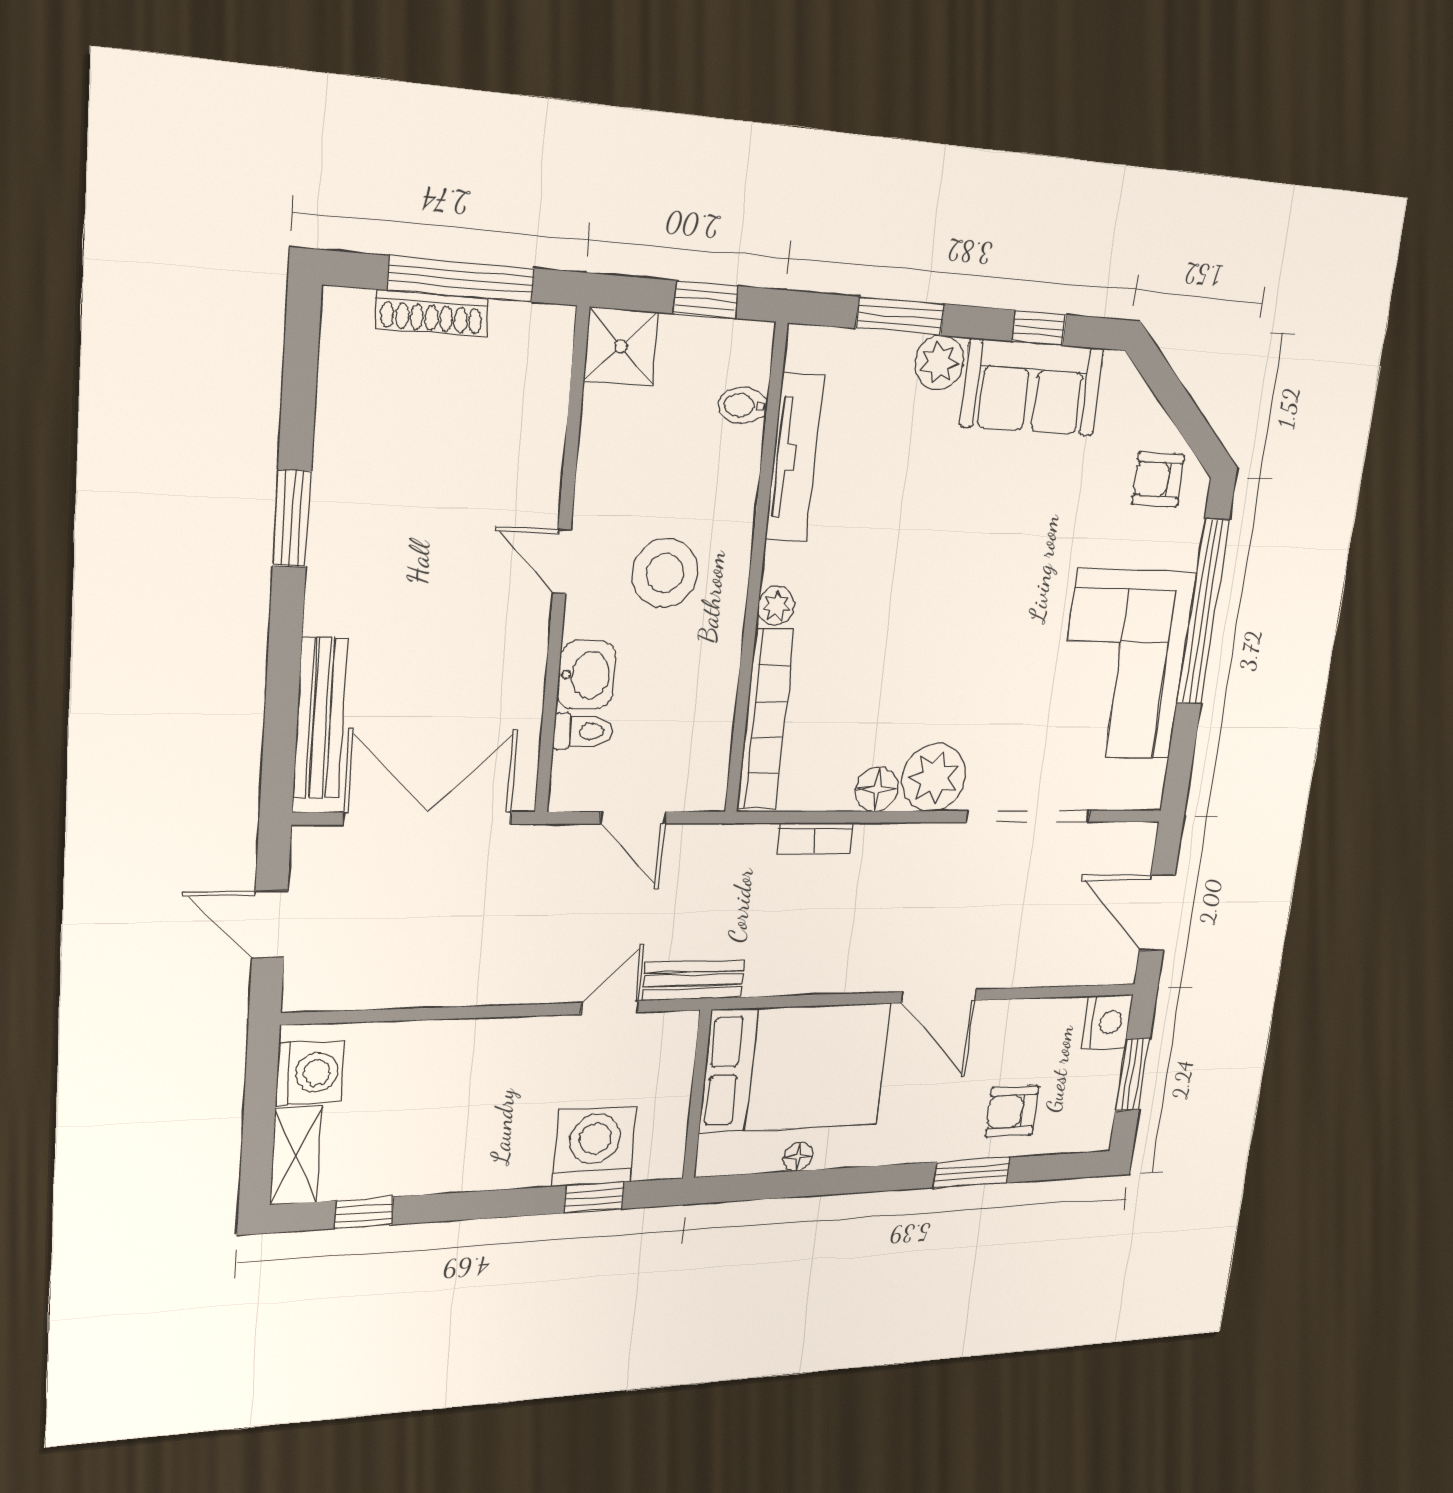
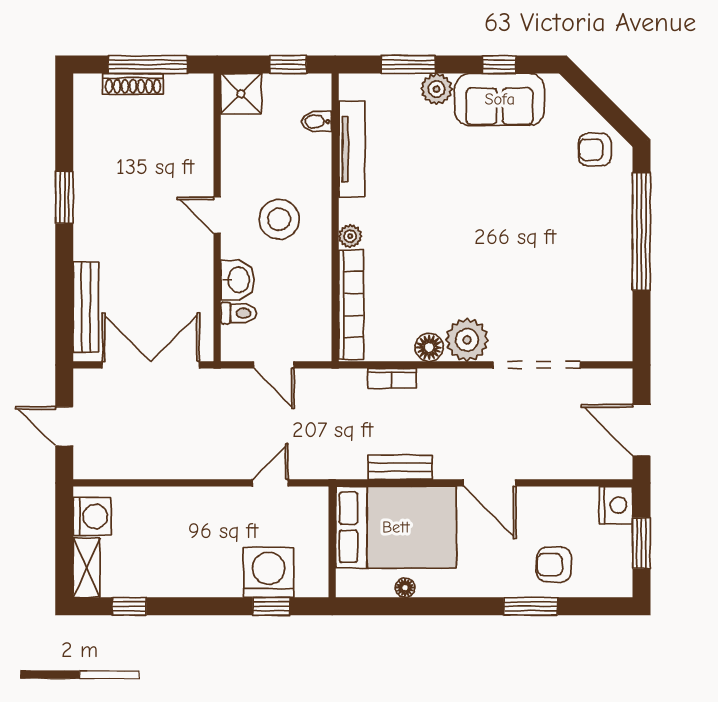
corner sofa: (1124, 664) -> (590, 266), removed
bench: (693, 980) -> (400, 467), moved

